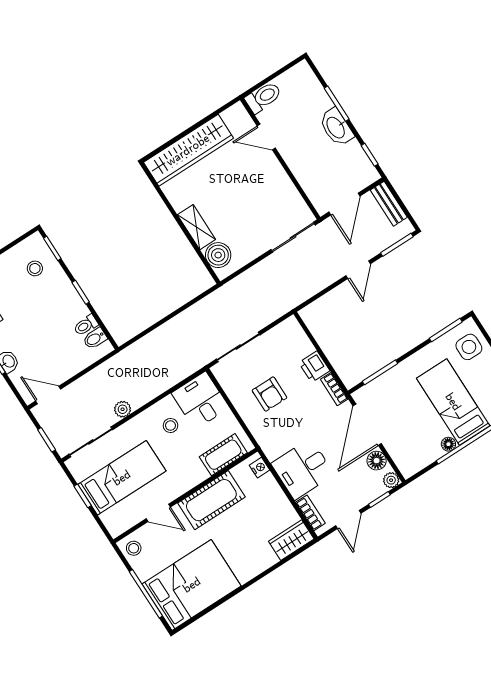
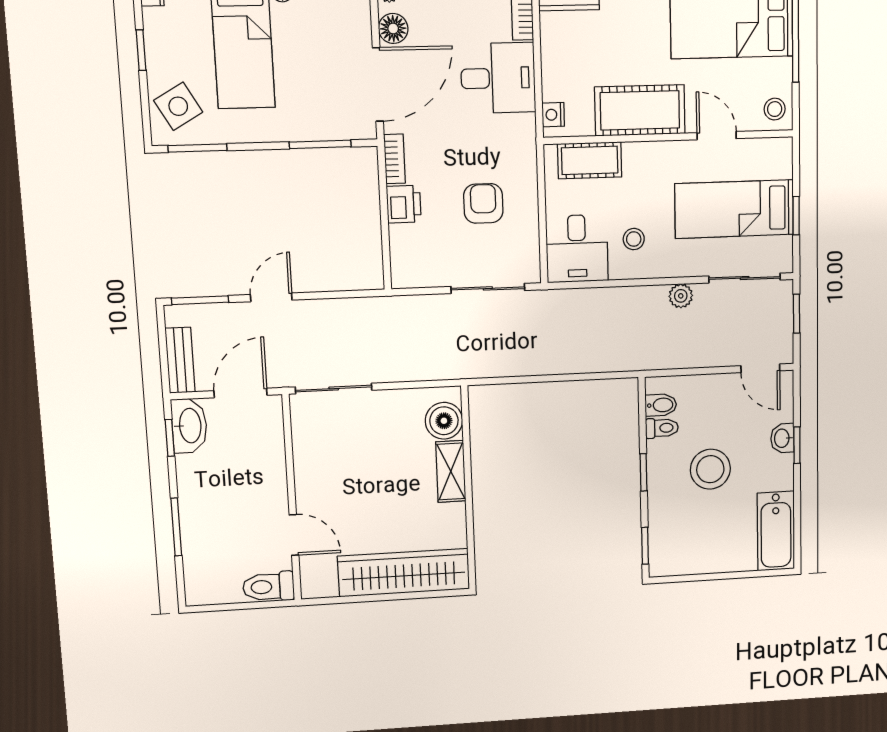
washbasin: (336, 127) -> (189, 426), moved
stool: (35, 268) -> (710, 469), moved, width x1.89, depth x1.89
side table: (469, 347) -> (178, 106), turned -30

